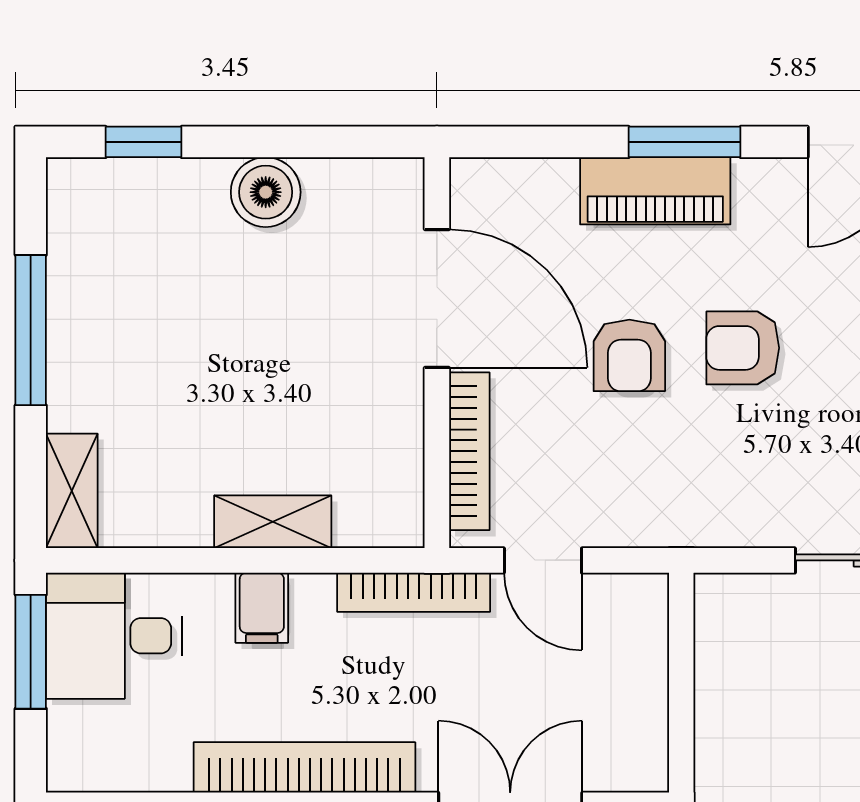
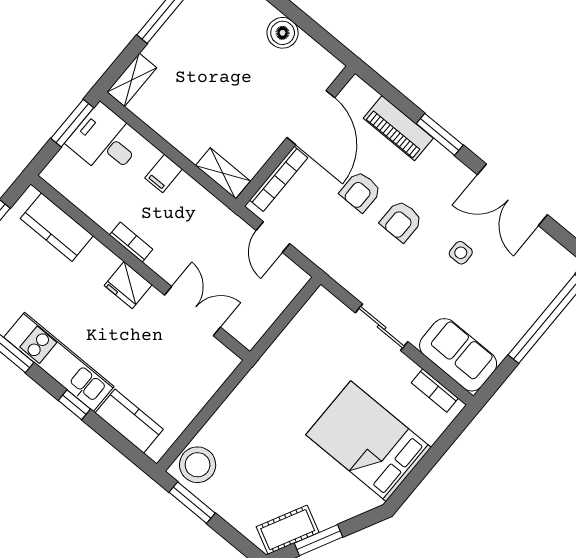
piano: (655, 191) -> (398, 128), moved
armchair: (743, 348) -> (401, 221), turned -90
shelving: (273, 522) -> (223, 173), moved
bookcase: (414, 592) -> (220, 211), removed
bookcase: (304, 767) -> (131, 242), width x0.43, depth x0.76

